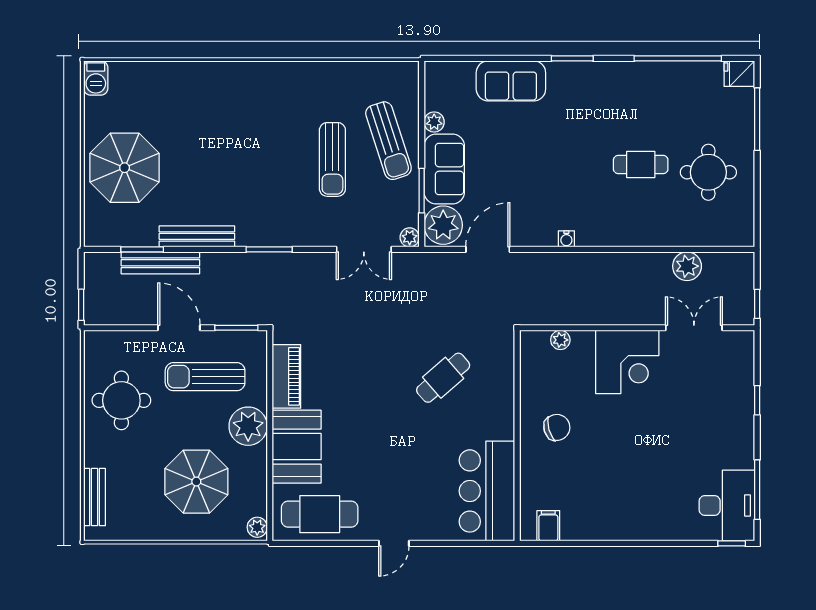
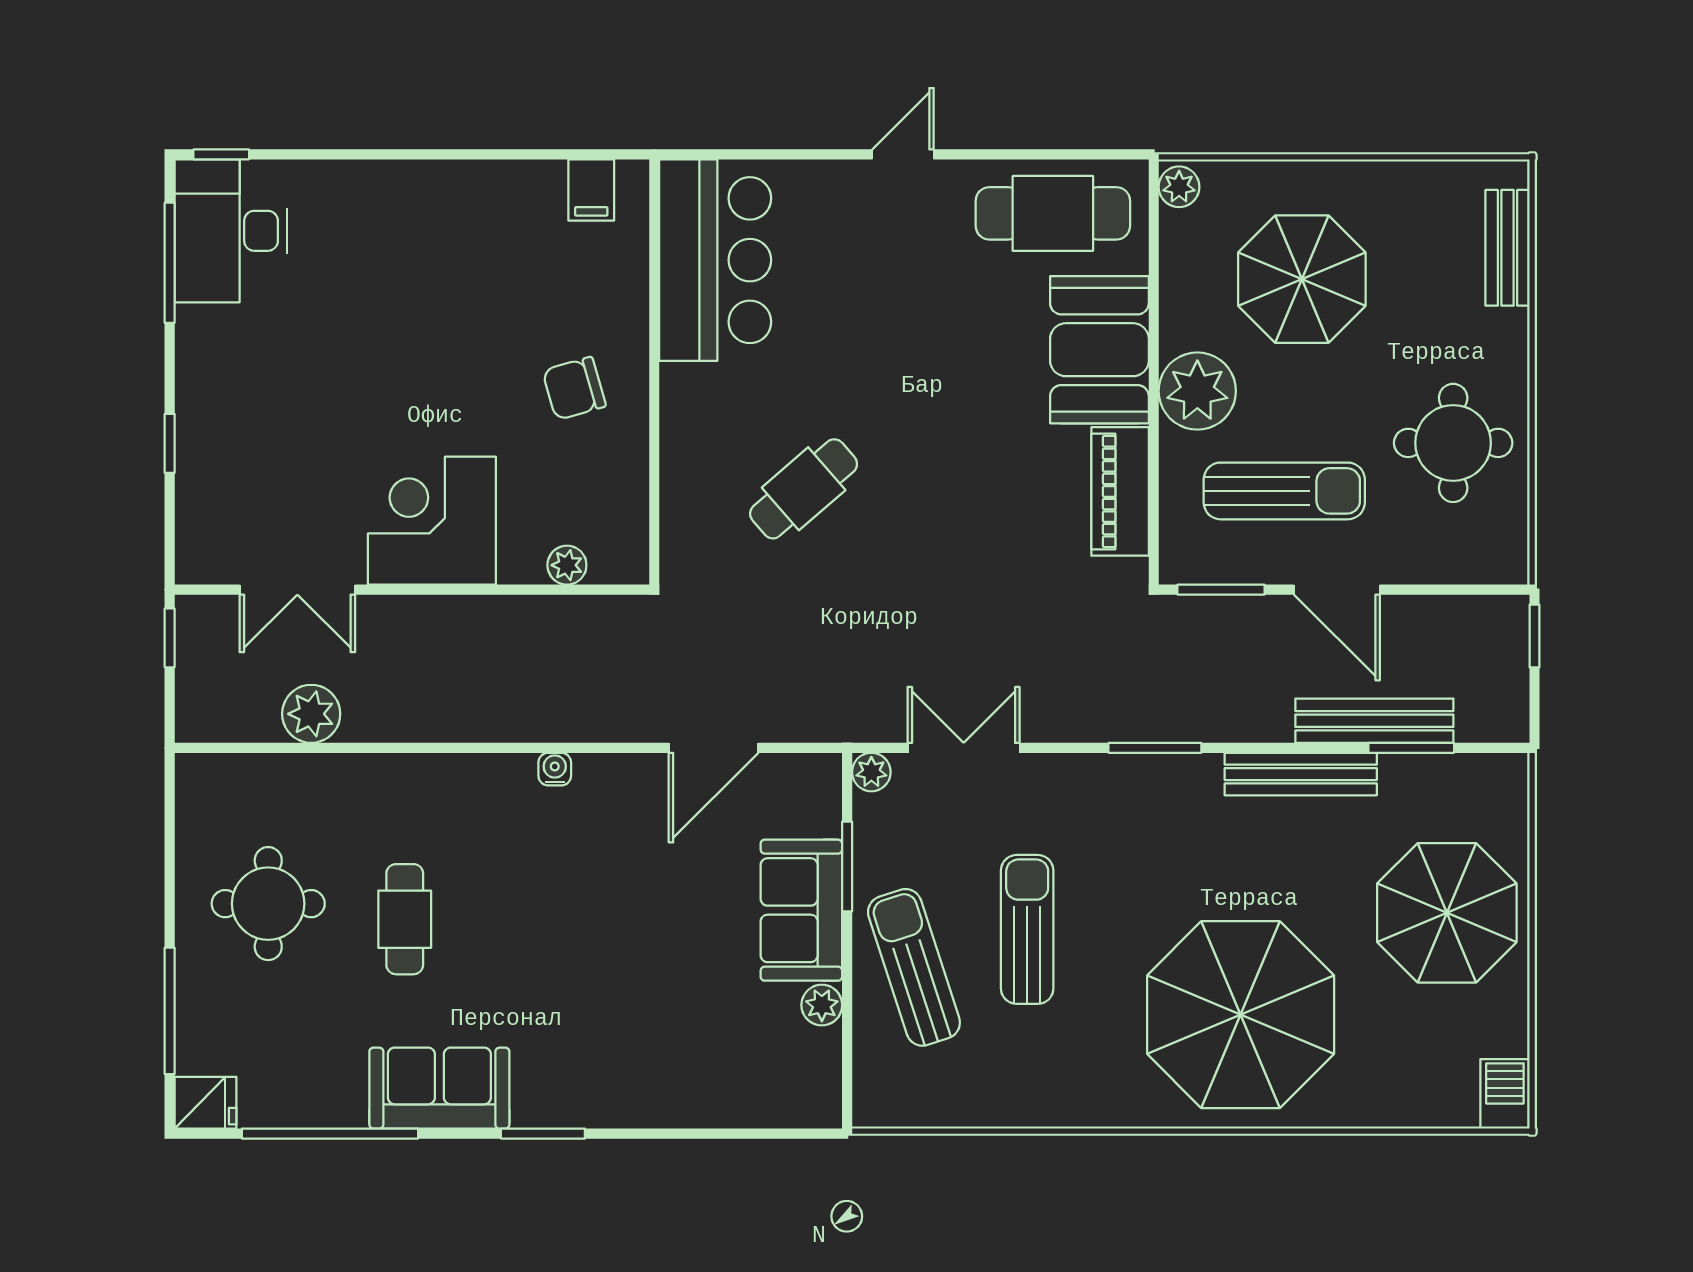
sofa: (511, 81) -> (439, 1088), moved
parasol: (227, 117) -> (1241, 1015), added
cafe table: (641, 165) -> (405, 919), turned 90
plant: (443, 225) -> (803, 797), removed

